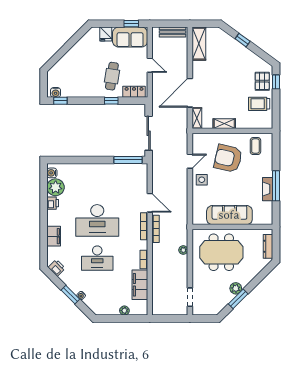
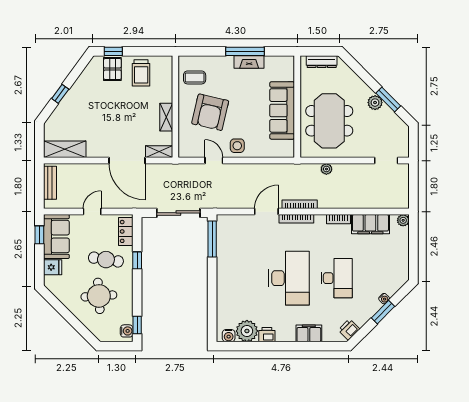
round table: (83, 71) -> (99, 296), added
pallet: (262, 81) -> (112, 69), turned 90
plant: (124, 311) -> (403, 220), moved

